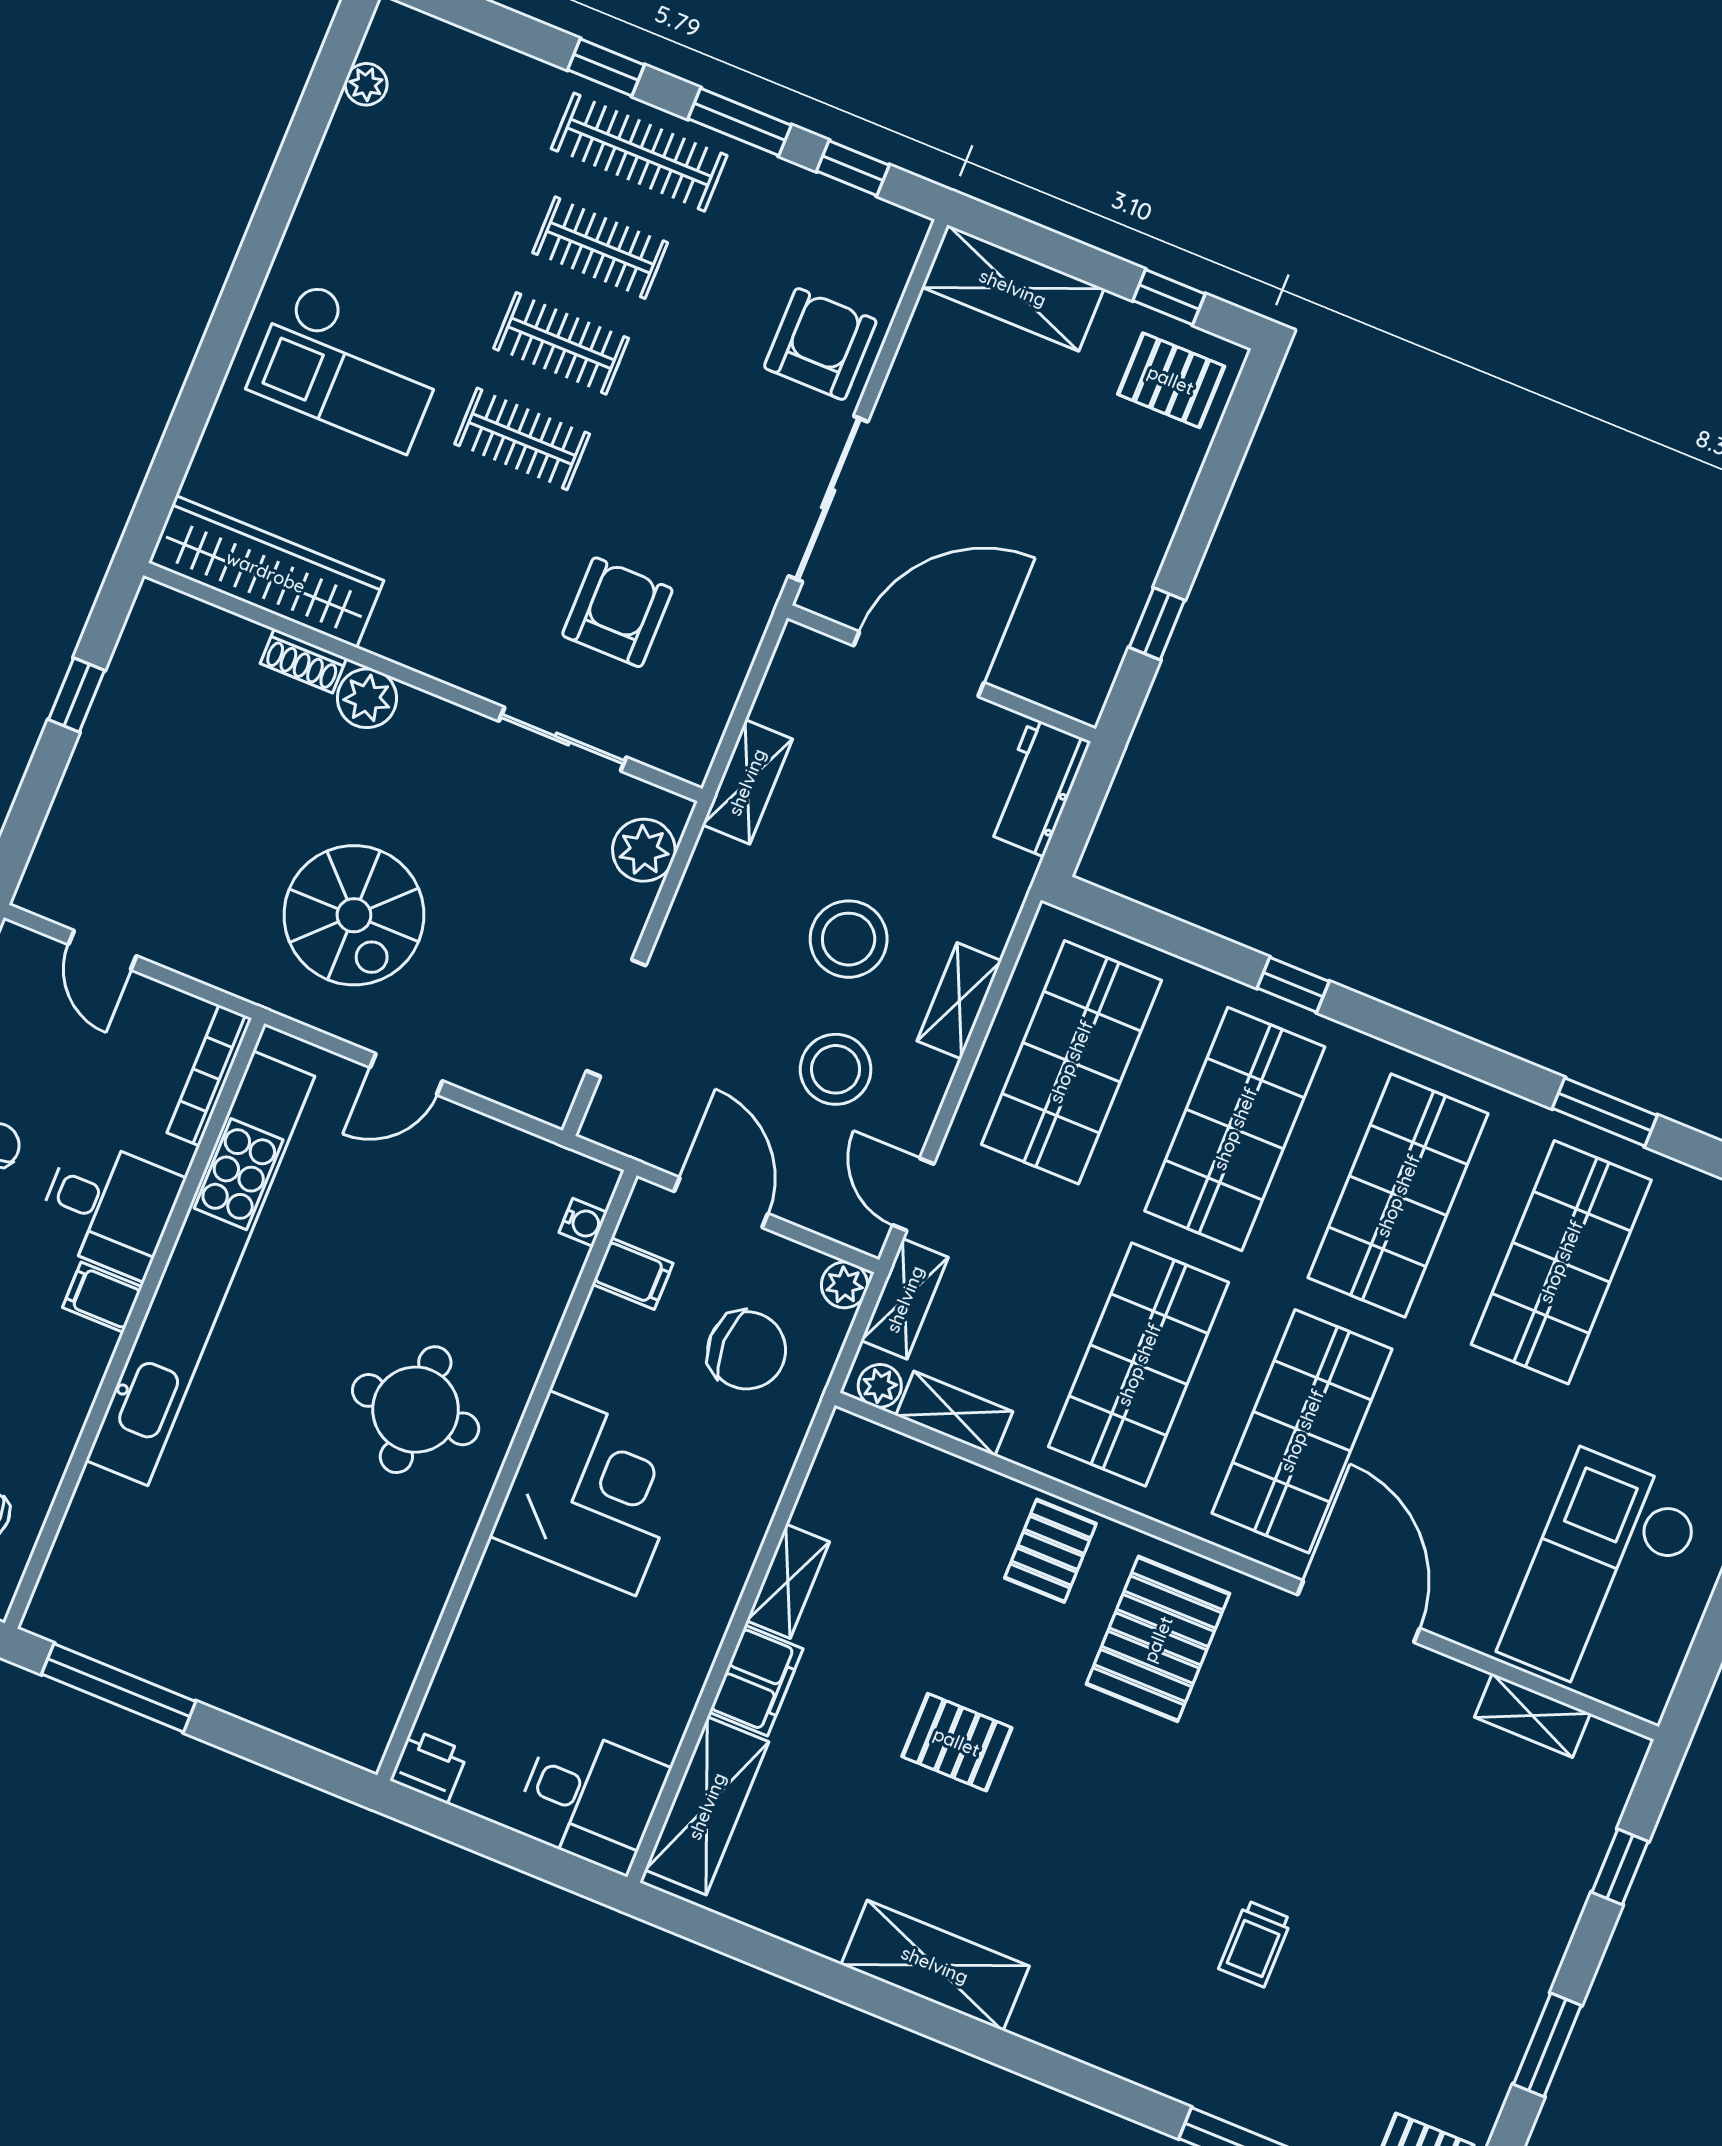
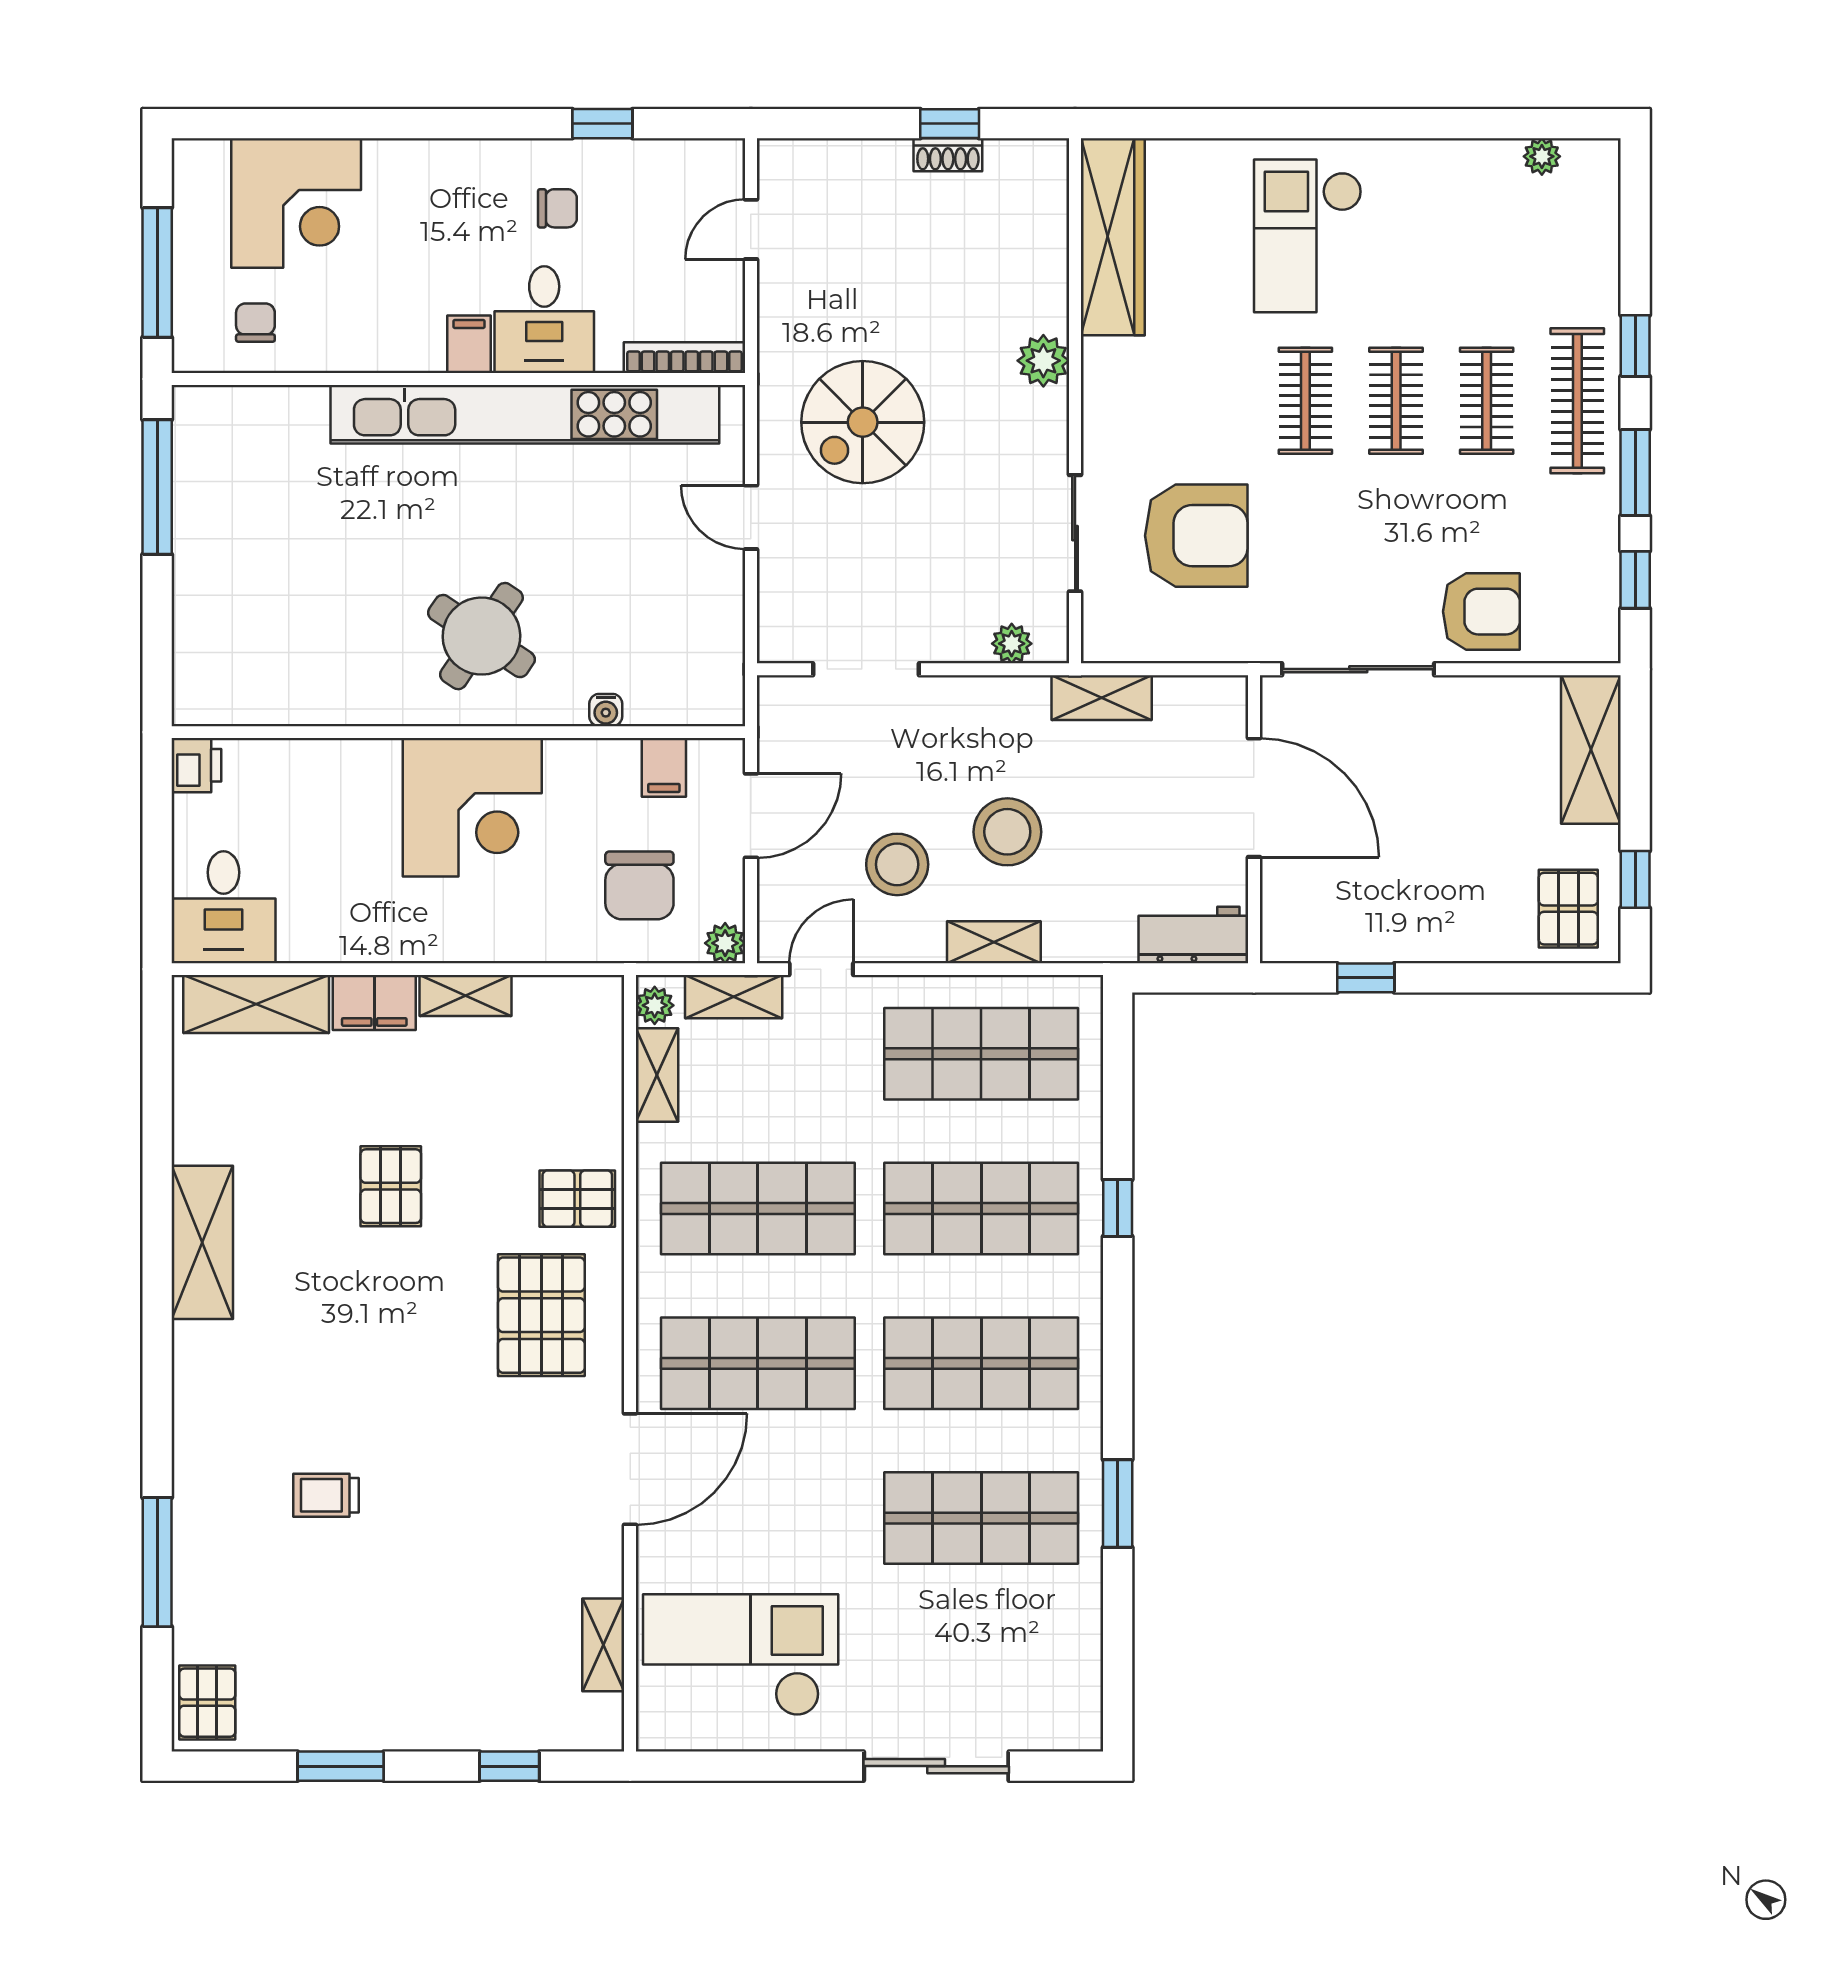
armchair: (617, 612) -> (1196, 536), width x1.36, depth x1.36
shoe rack: (303, 661) -> (948, 155), moved, turned -90
plant: (644, 850) -> (1012, 644), width x0.73, depth x0.73
water cooler: (583, 1222) -> (606, 710), moved
round table: (416, 1410) -> (481, 636), turned 34
pallet: (1158, 1639) -> (541, 1315), turned 90

